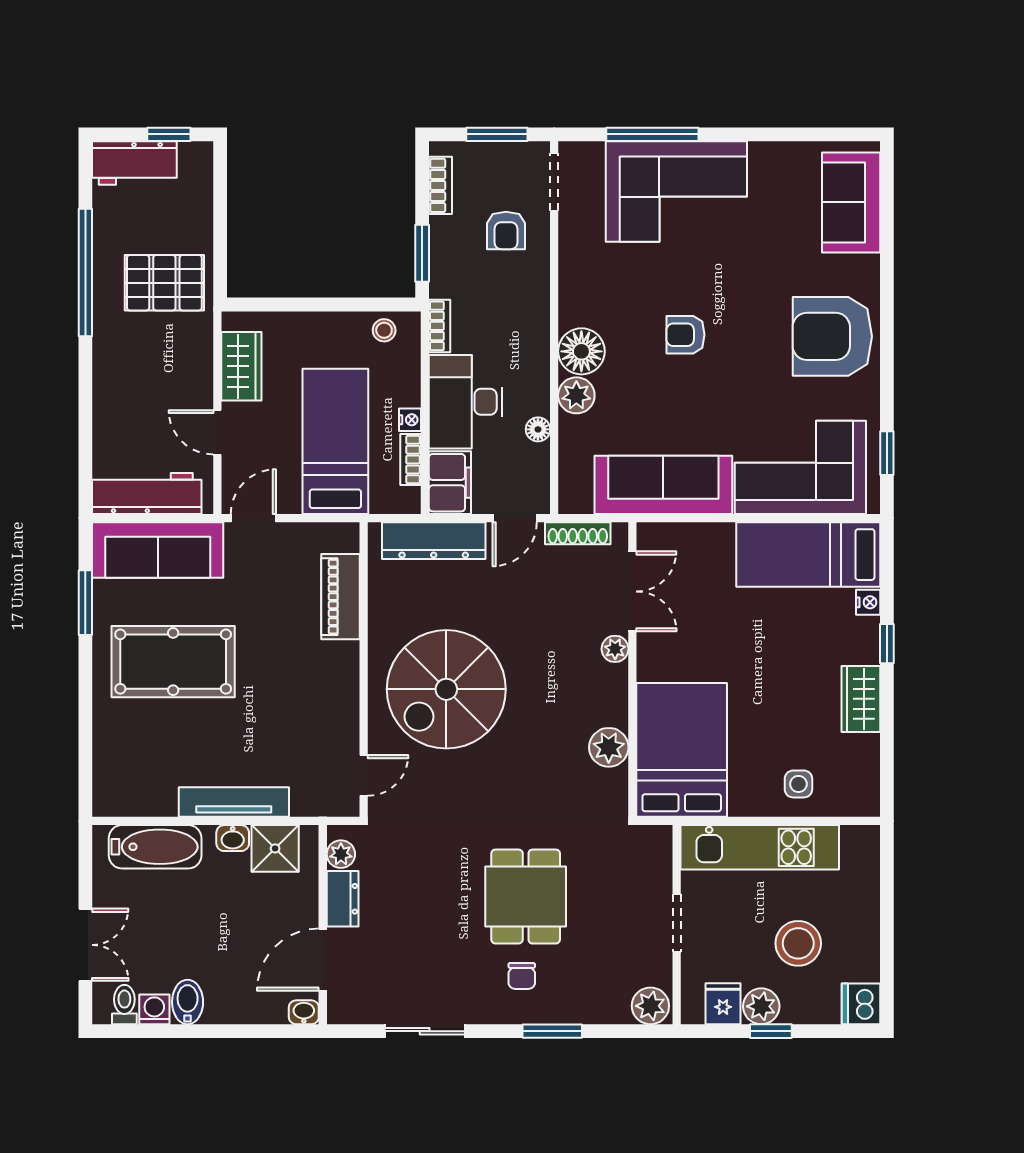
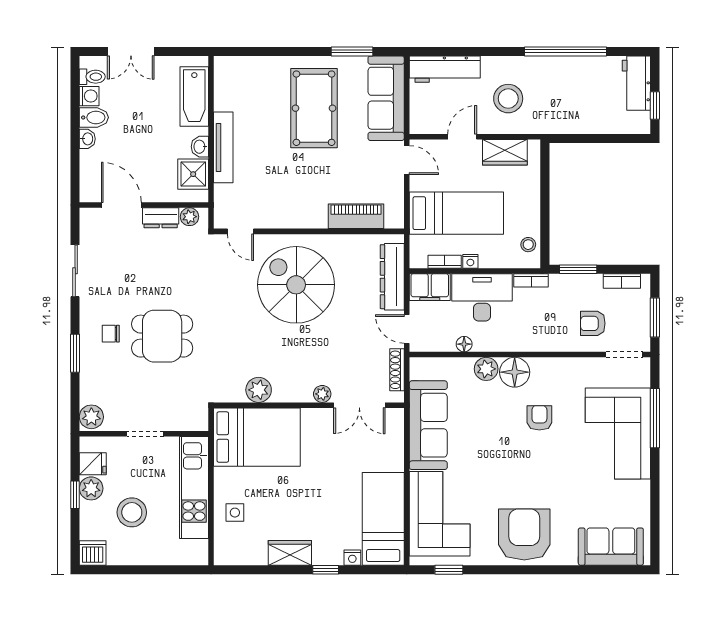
pallet: (164, 283) -> (559, 103), removed
armchair: (685, 335) -> (539, 418), moved
stool: (158, 361) -> (508, 99), added
workbench: (147, 494) -> (445, 69), moved, turned 90
washbasin: (304, 1012) -> (87, 139), moved

